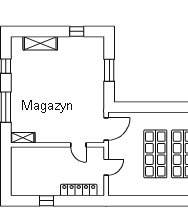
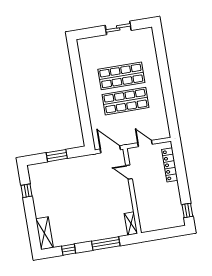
shelving: (40, 43) -> (44, 233), moved
door: (78, 145) -> (129, 172), swing flipped
window: (46, 201) -> (187, 210), moved

